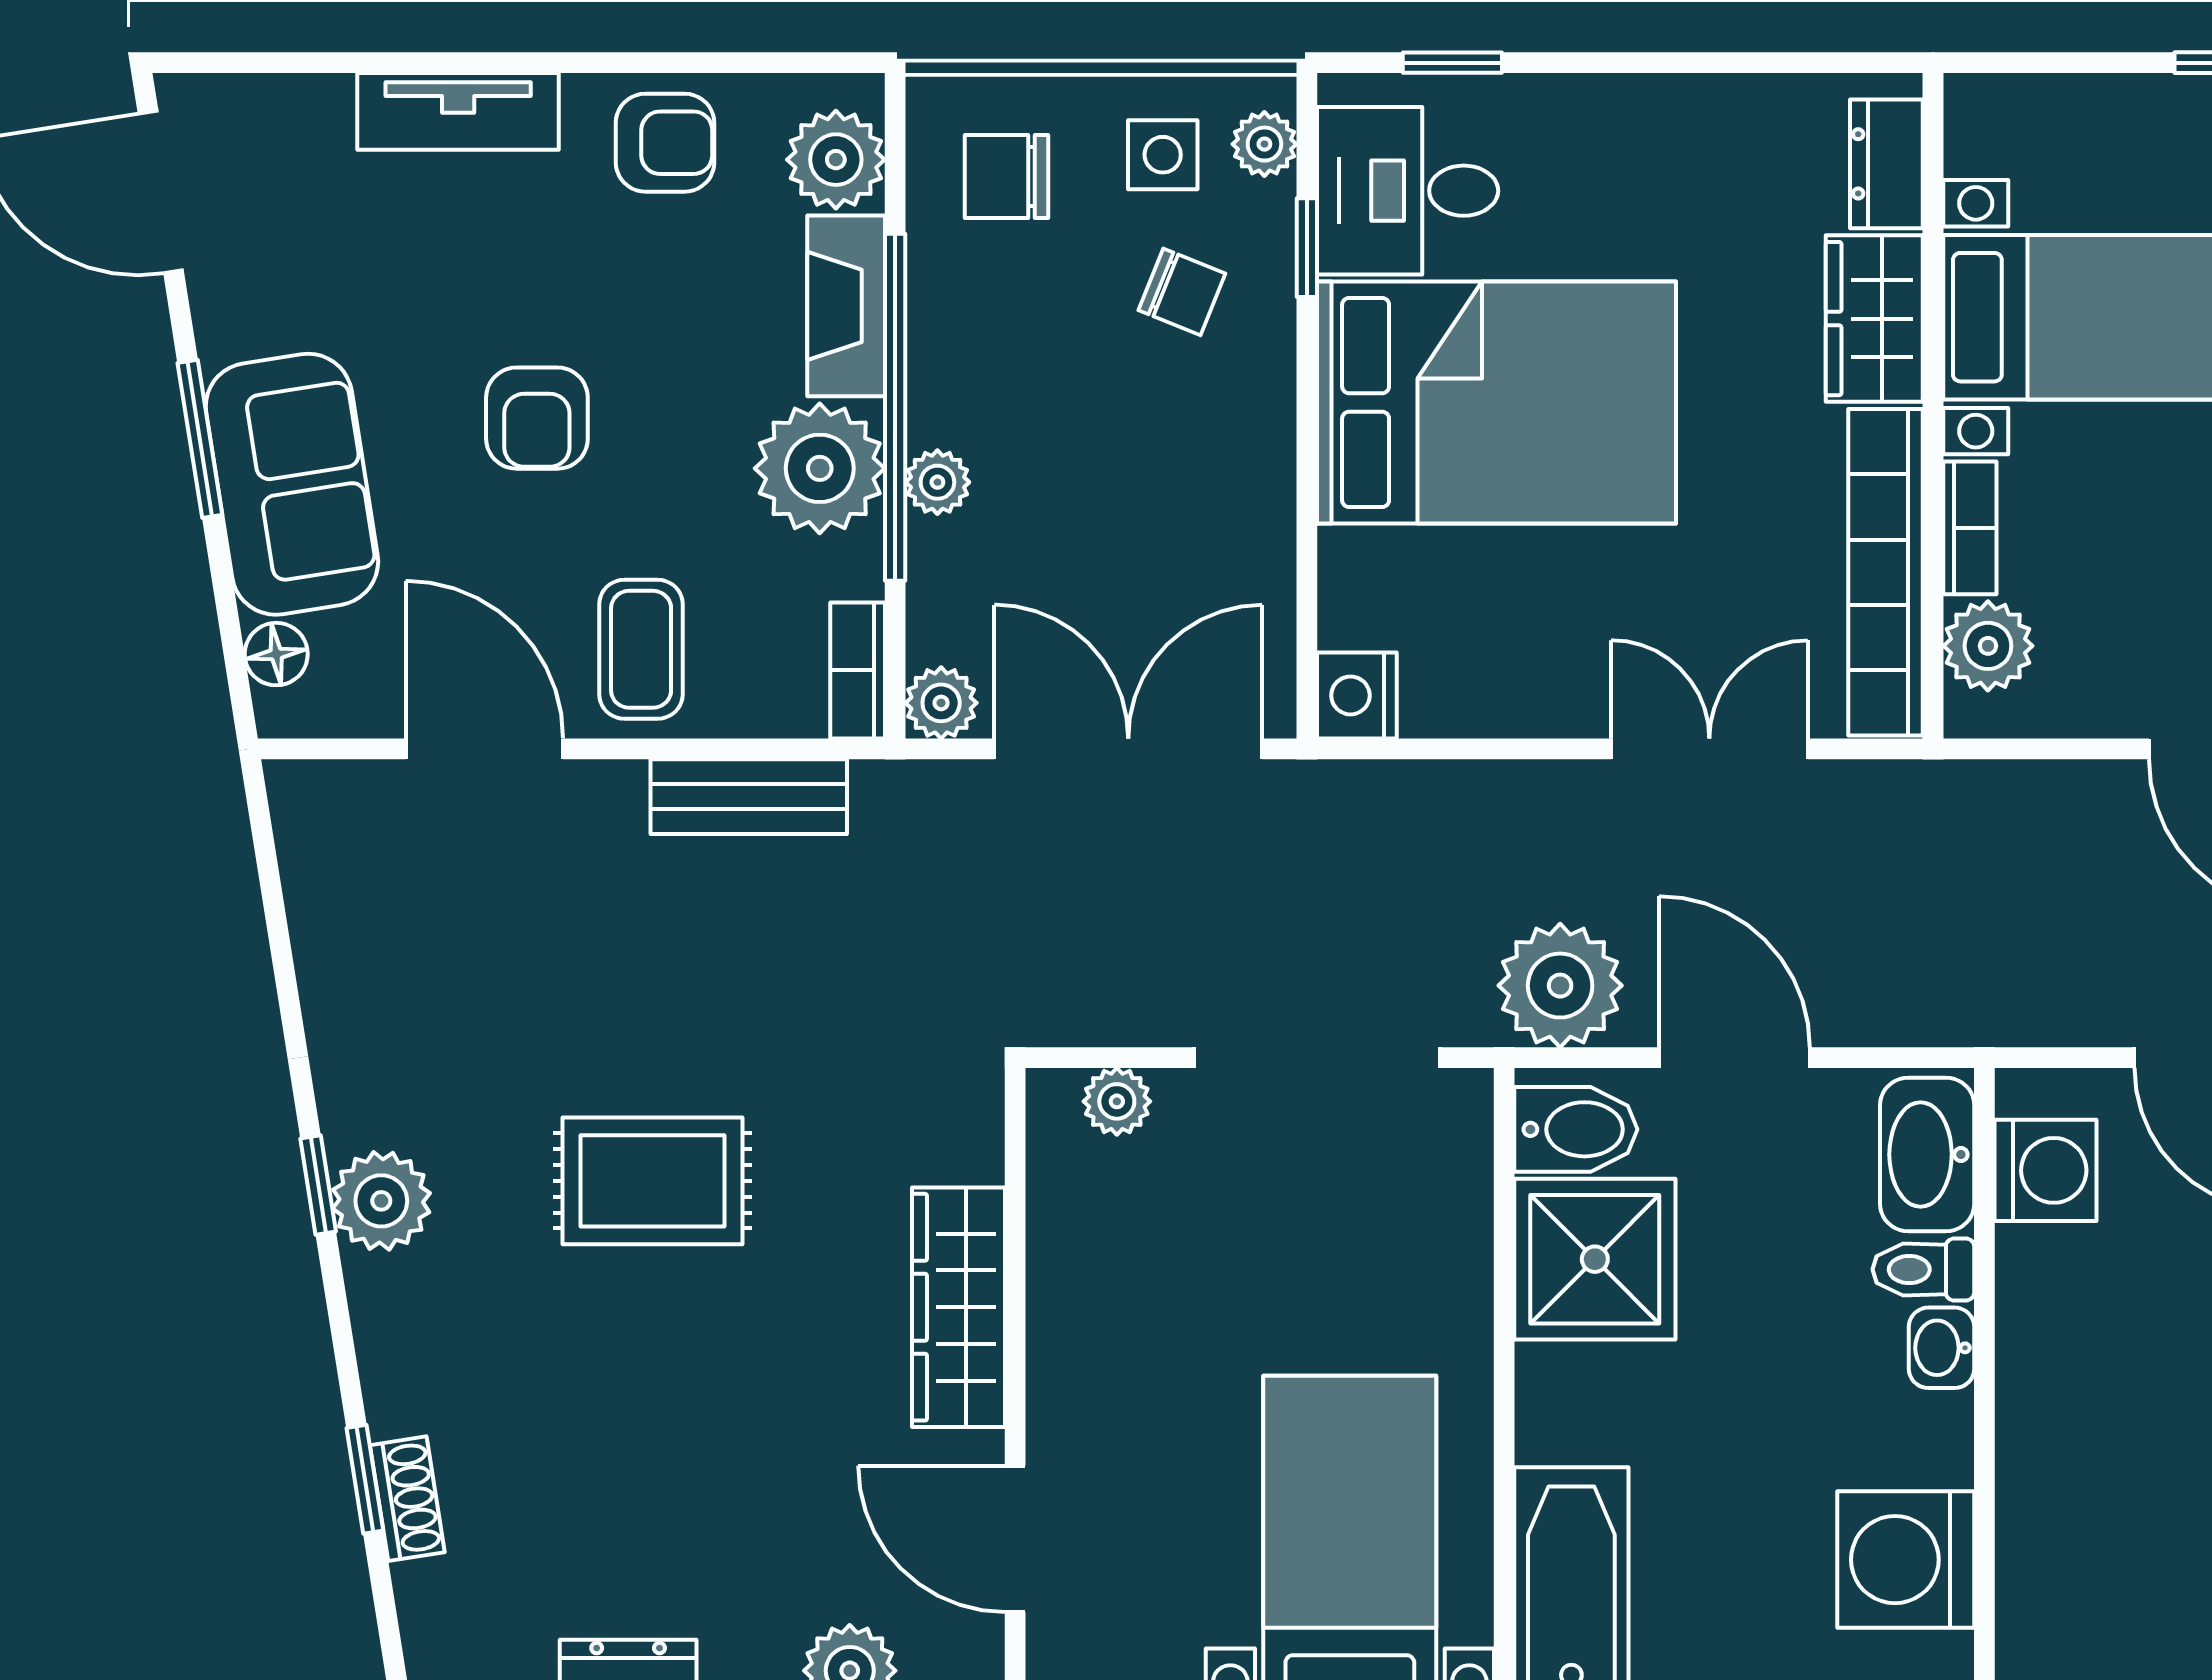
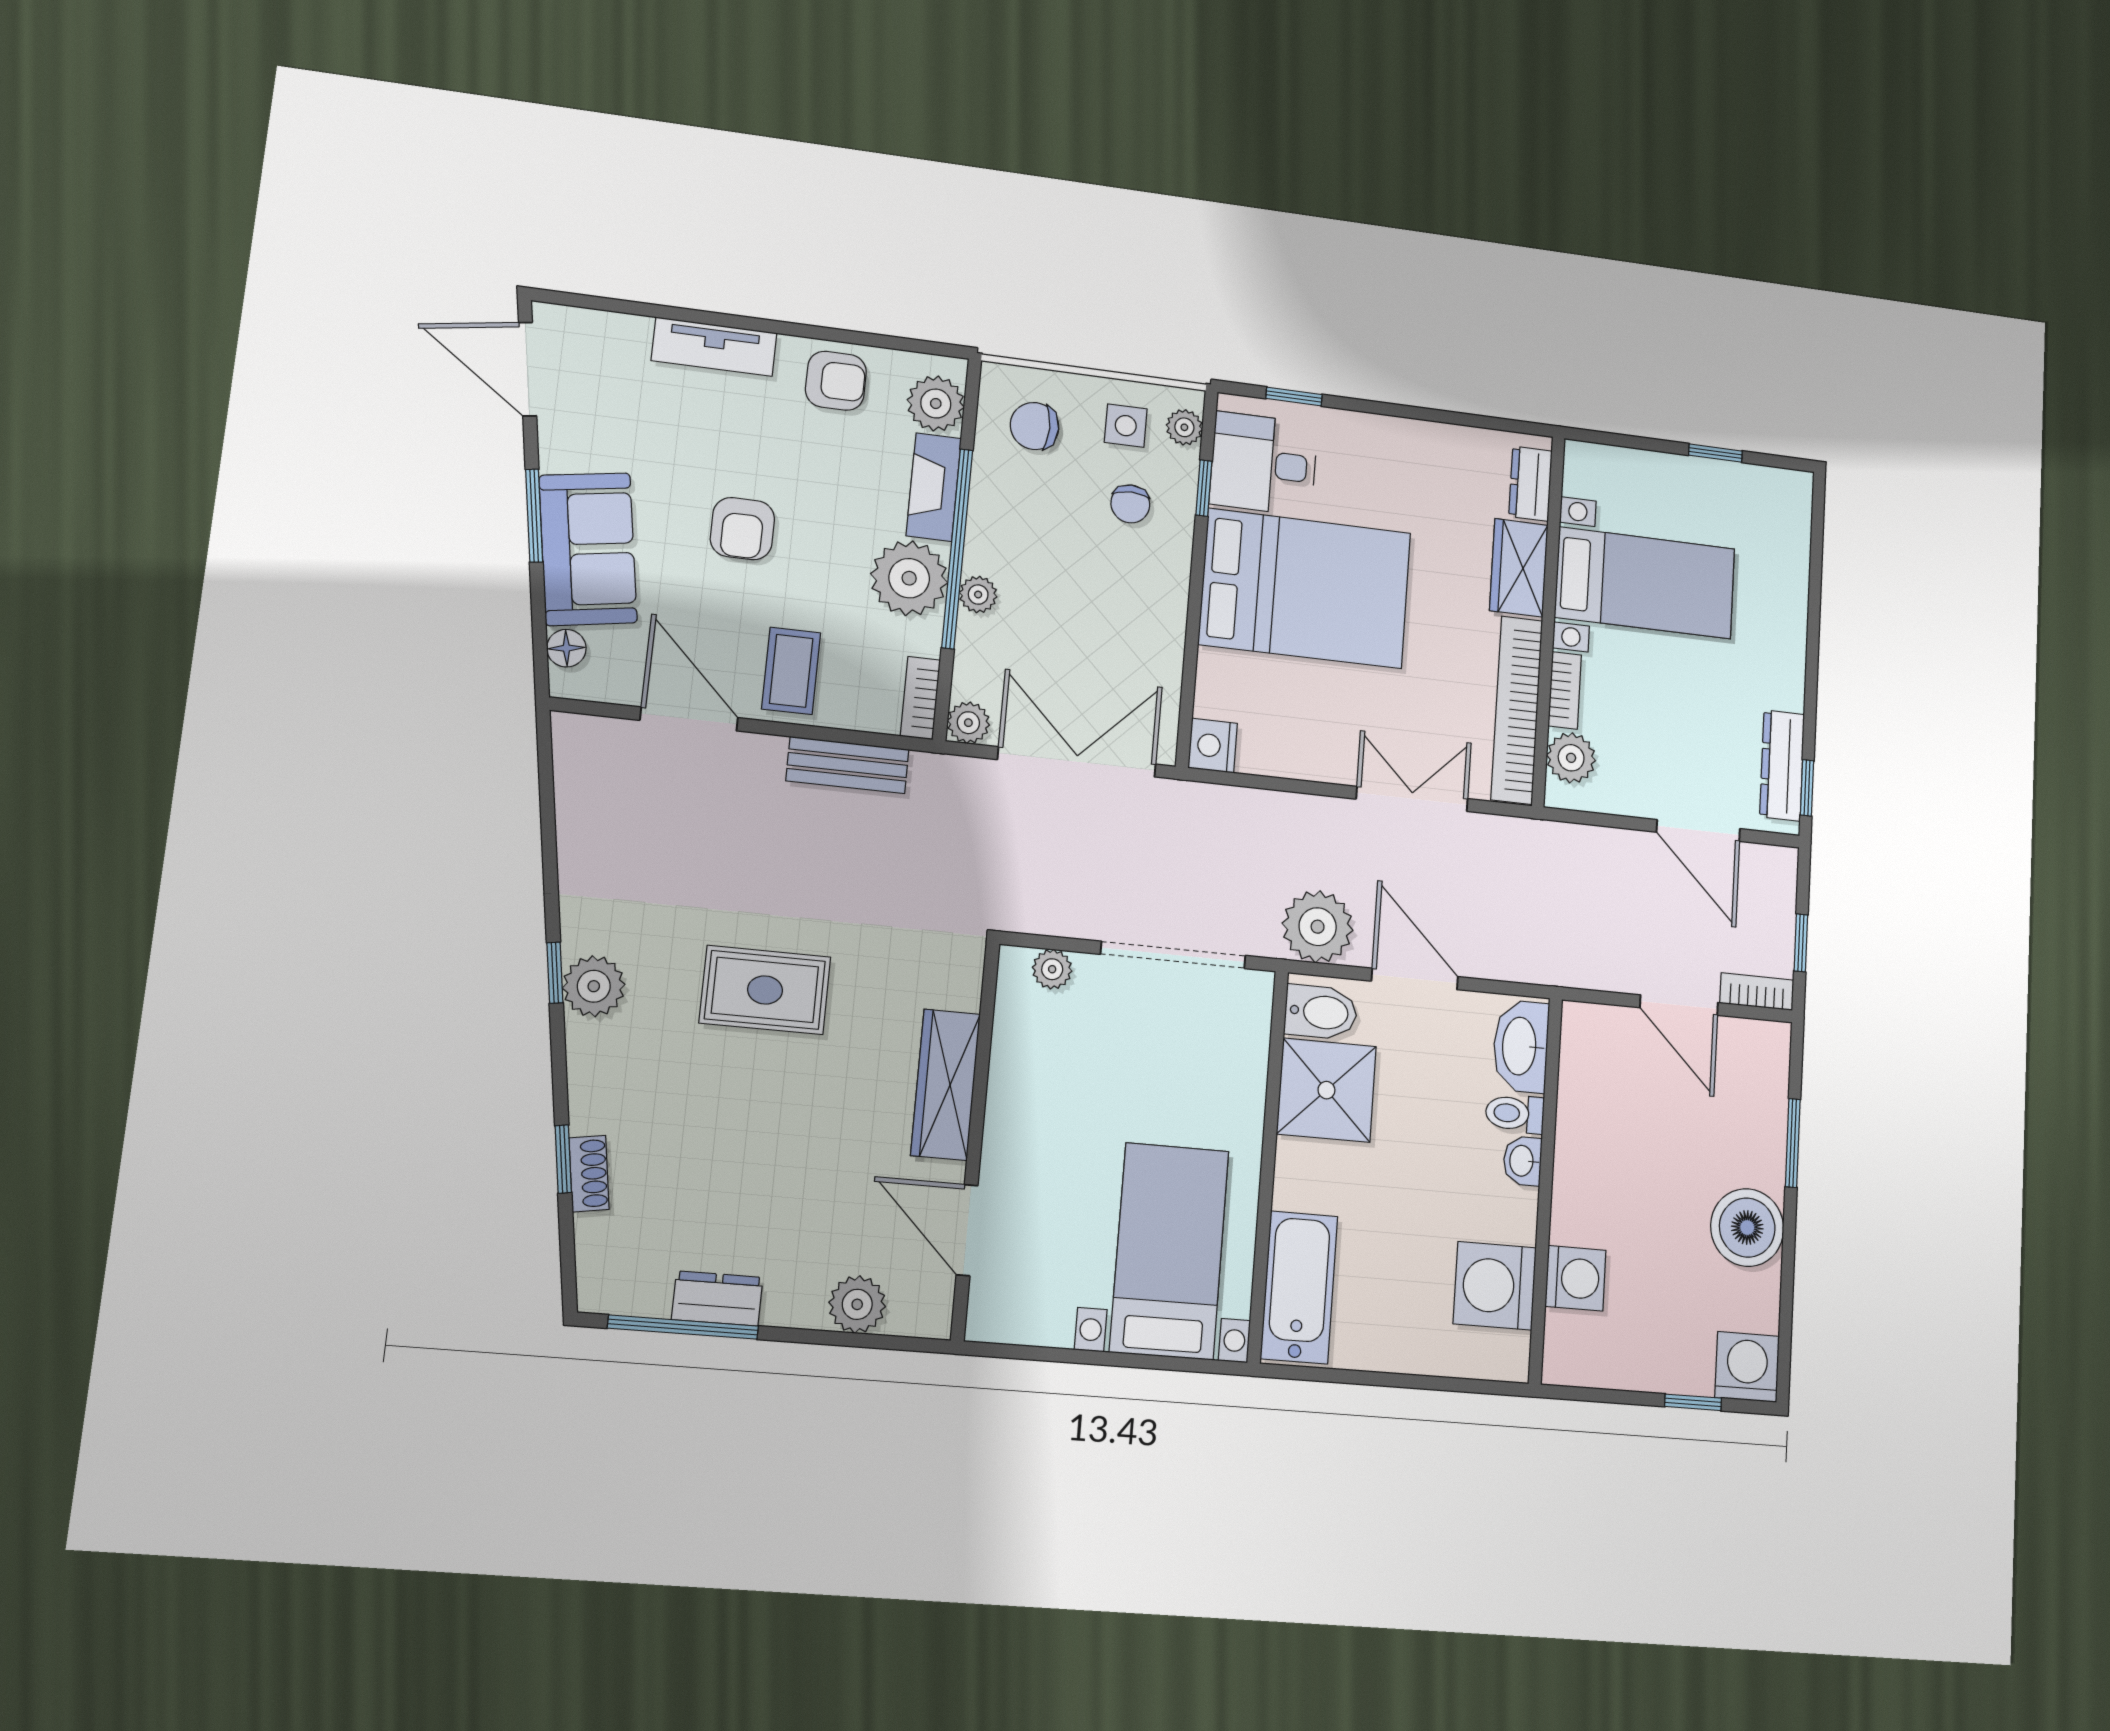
chair: (1182, 292) -> (1130, 504), turned 68
washing machine: (2046, 1170) -> (1576, 1278), moved

